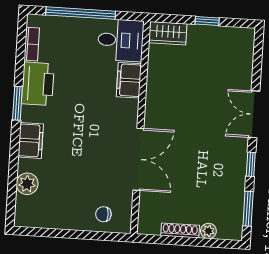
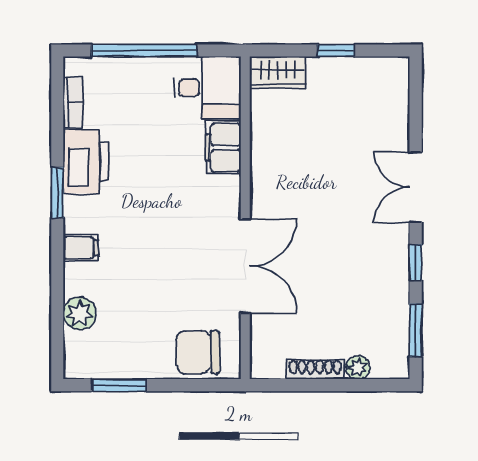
filing cabinet: (31, 140) -> (81, 248), width x0.50
chair: (103, 214) -> (198, 352), width x1.87, depth x1.87
window: (50, 233) -> (119, 385), added

